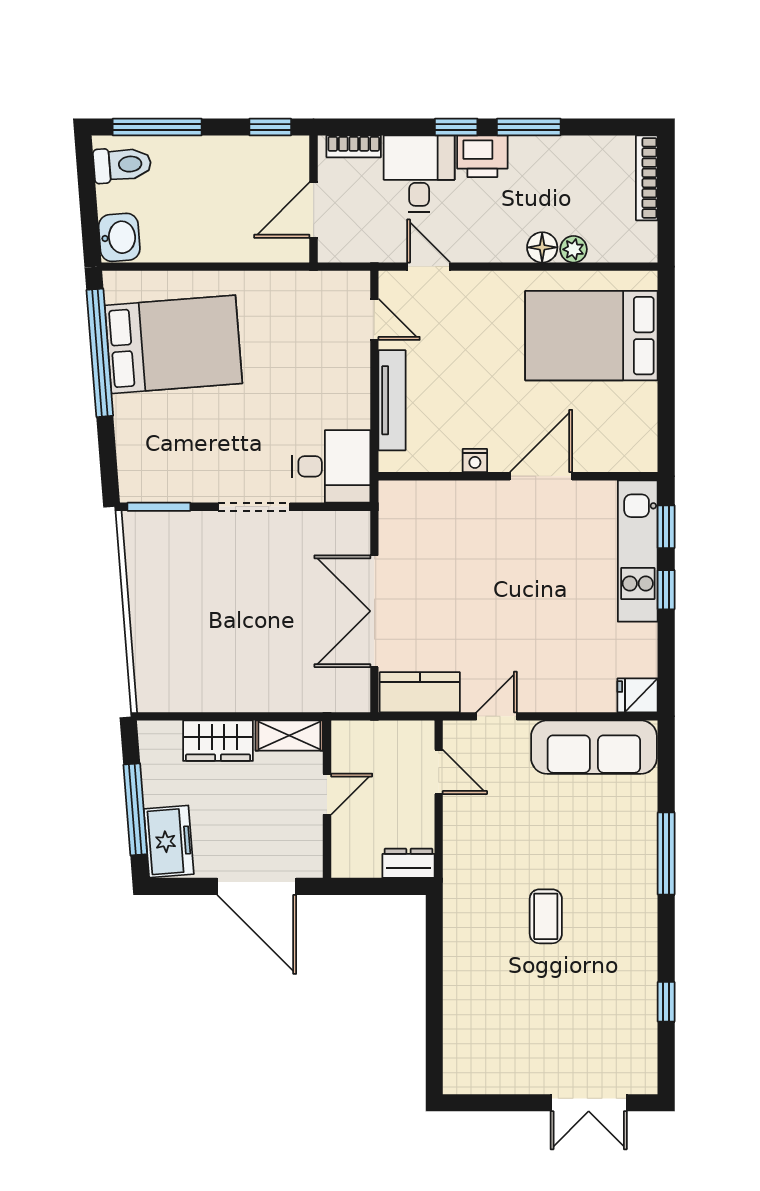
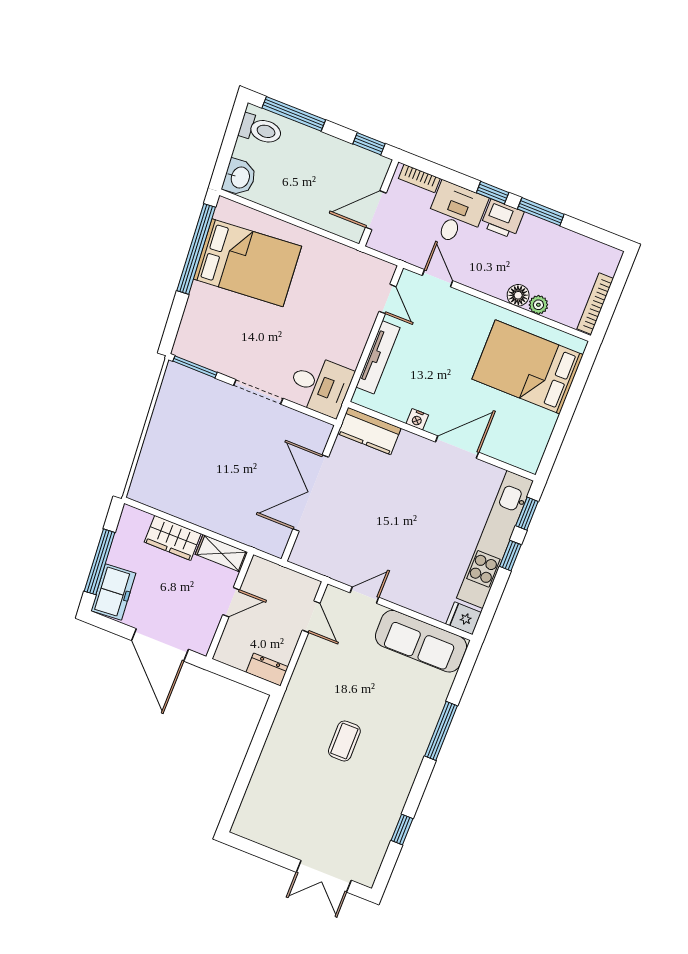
bookcase: (647, 178) -> (595, 304), moved
kitchen unit: (638, 551) -> (495, 539), width x1.36
kitchen counter: (420, 692) -> (369, 431), moved, turned 180

